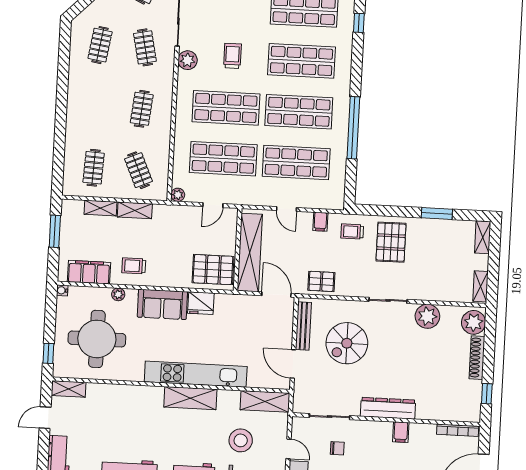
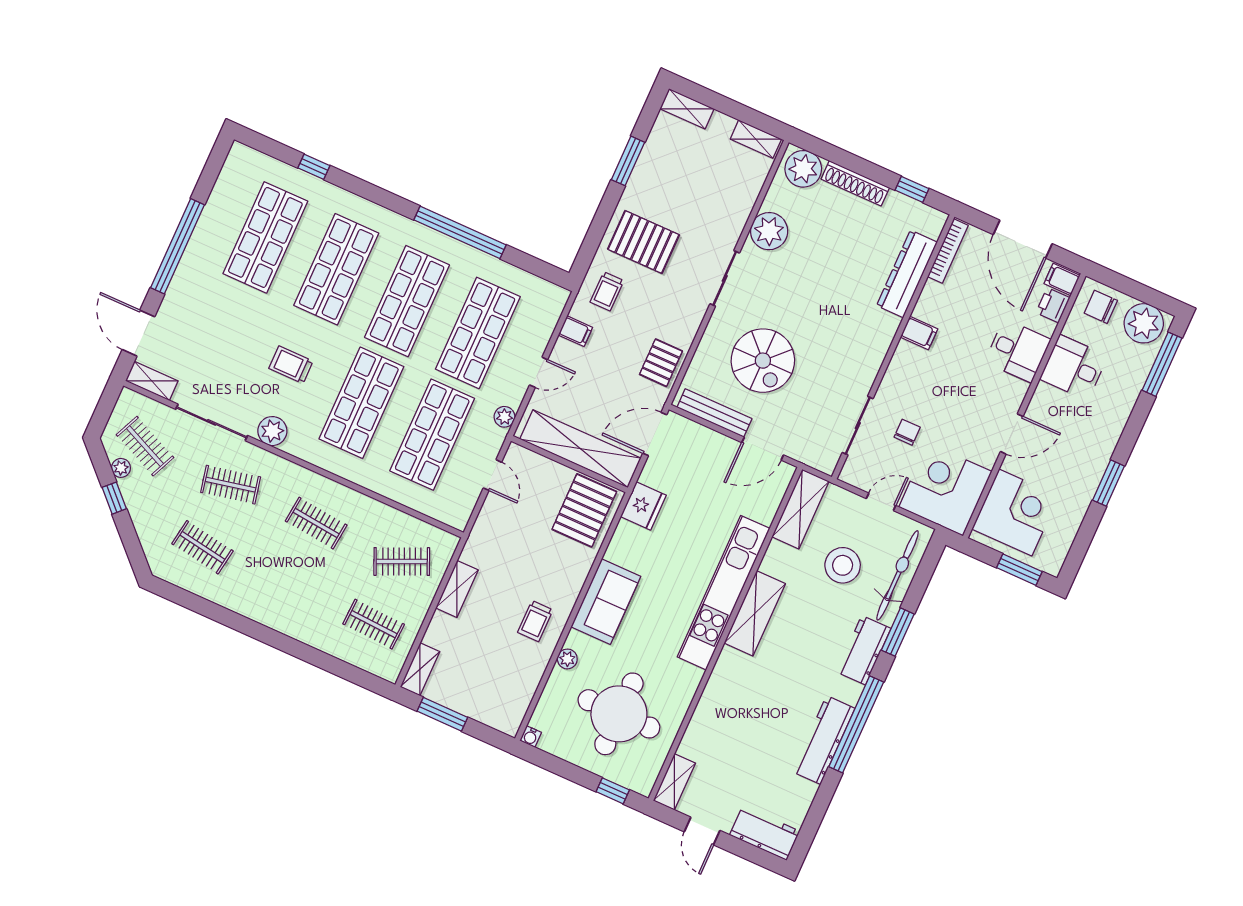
plant: (178, 195) -> (504, 417), moved
shelving: (100, 208) -> (420, 669), moved
filing cabinet: (89, 272) -> (520, 688), removed
fridge: (201, 303) -> (643, 506), moved
dresser: (388, 408) -> (907, 274), moved

